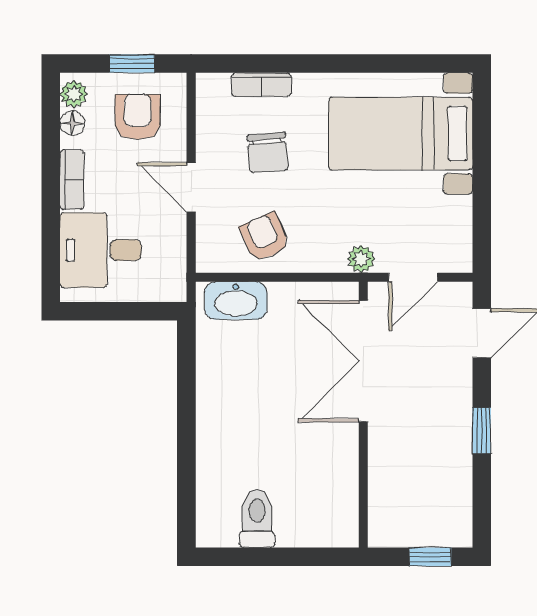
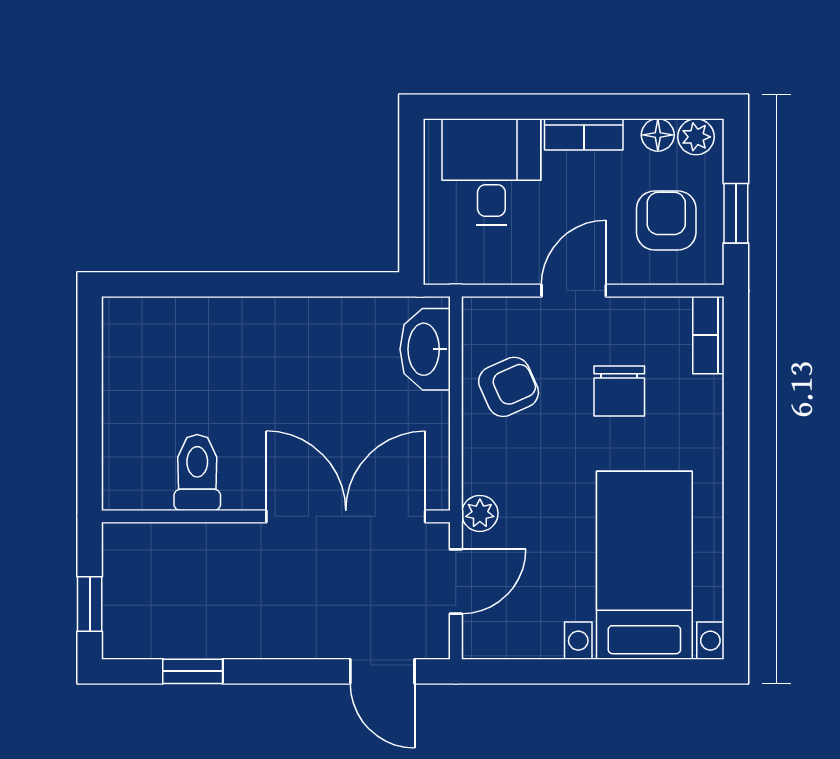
bookcase: (261, 85) -> (708, 335), moved
armchair: (138, 117) -> (666, 221), turned -90
chair: (268, 153) -> (619, 391), turned -85
door: (413, 277) -> (456, 581), swing flipped
window: (482, 431) -> (193, 671), moved
toilet: (257, 519) -> (197, 472), moved, turned -90

